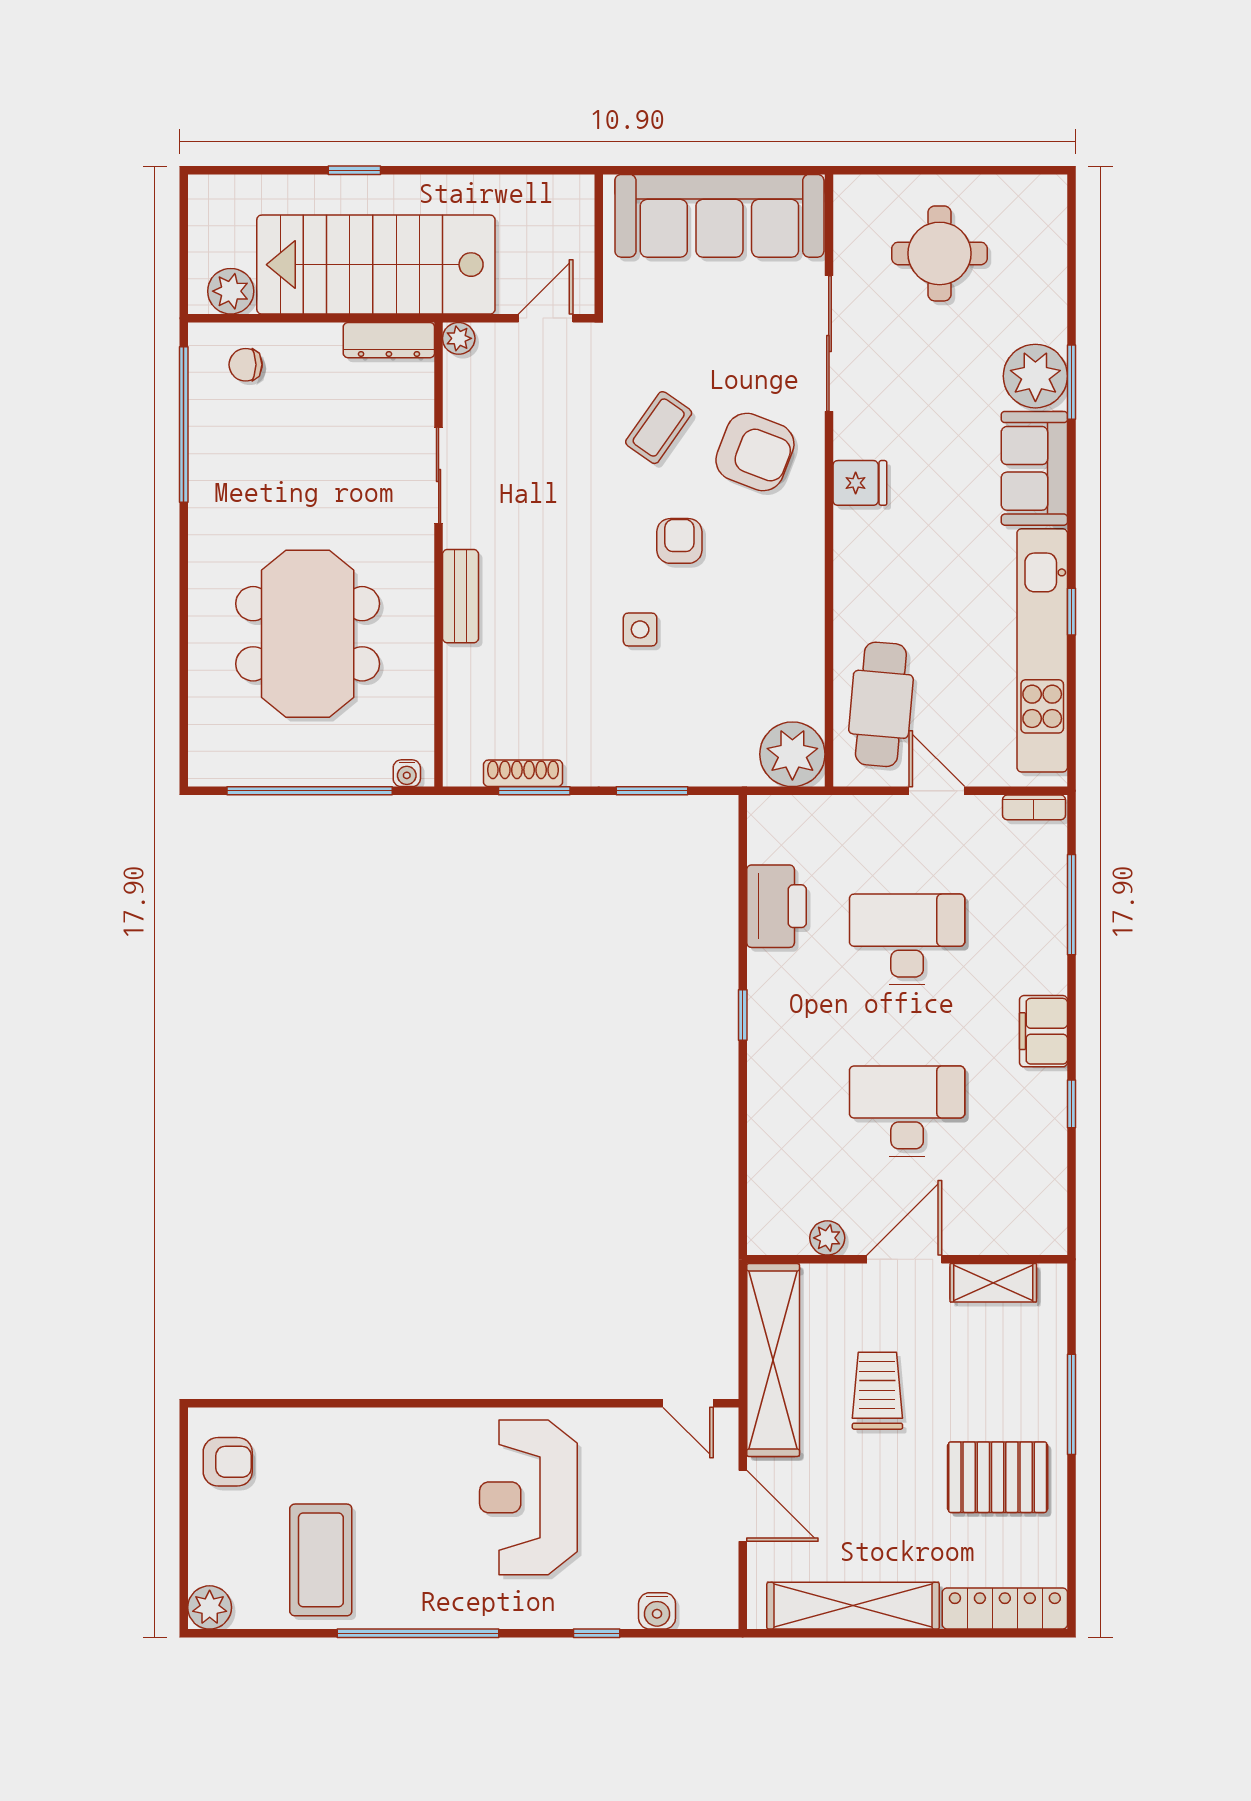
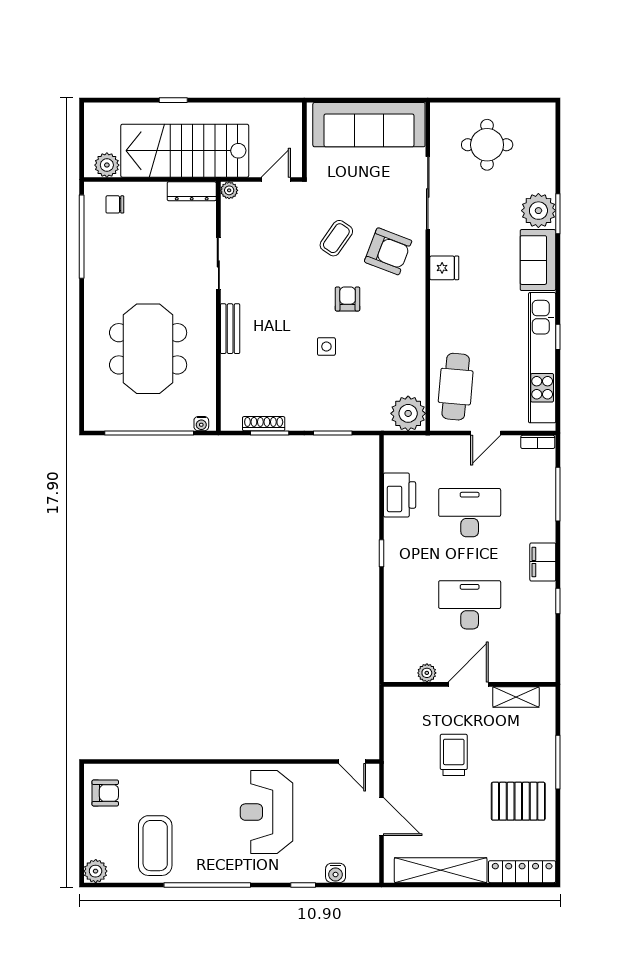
door: (937, 791) -> (486, 433), swing flipped
shelving: (773, 1360) -> (398, 738), removed

